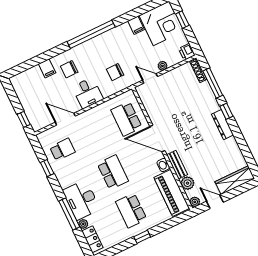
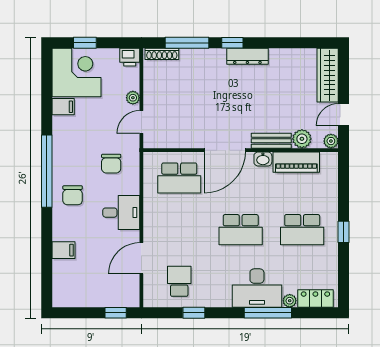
chair: (69, 69) -> (73, 195), moved
school desk: (113, 172) -> (241, 230), turned 180
piano: (172, 193) -> (296, 162), width x0.73, depth x0.75

